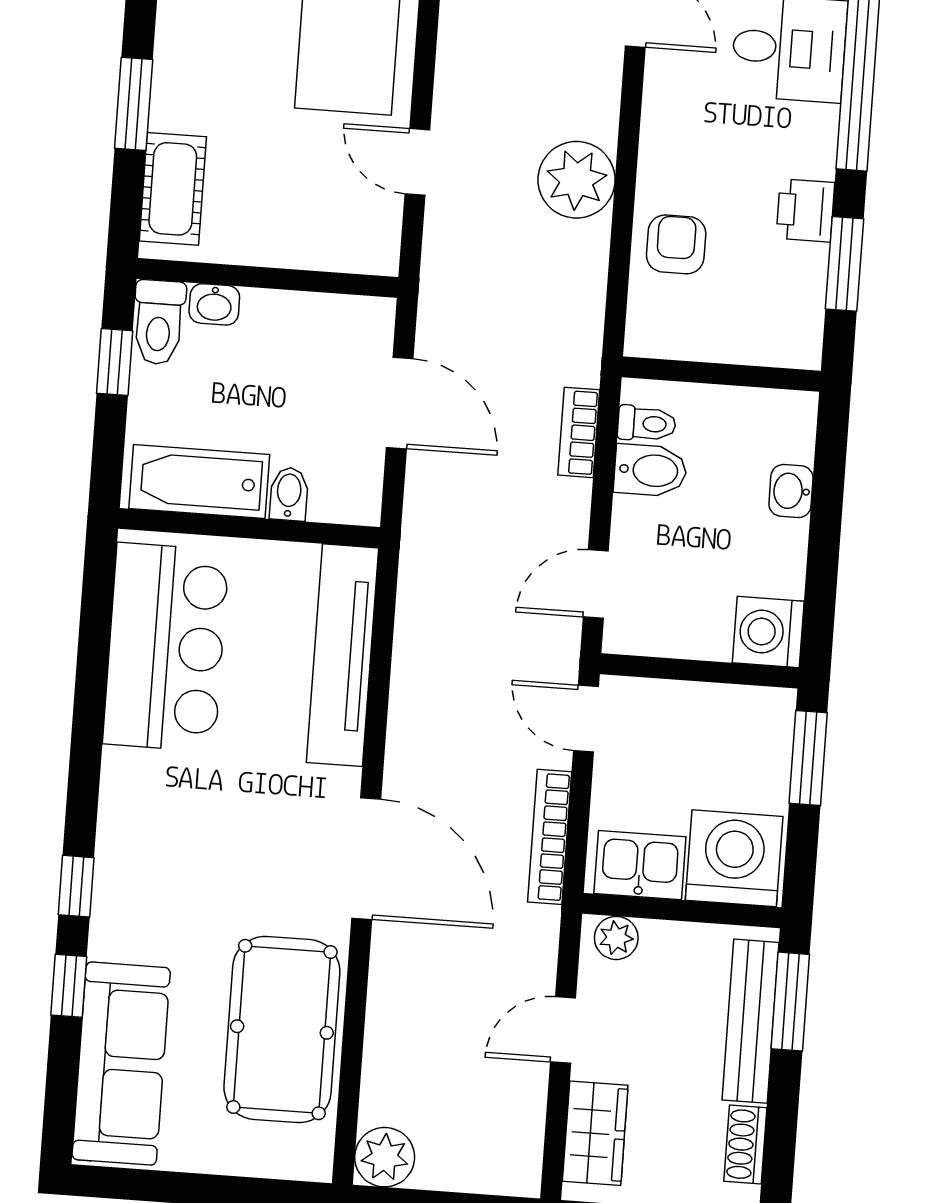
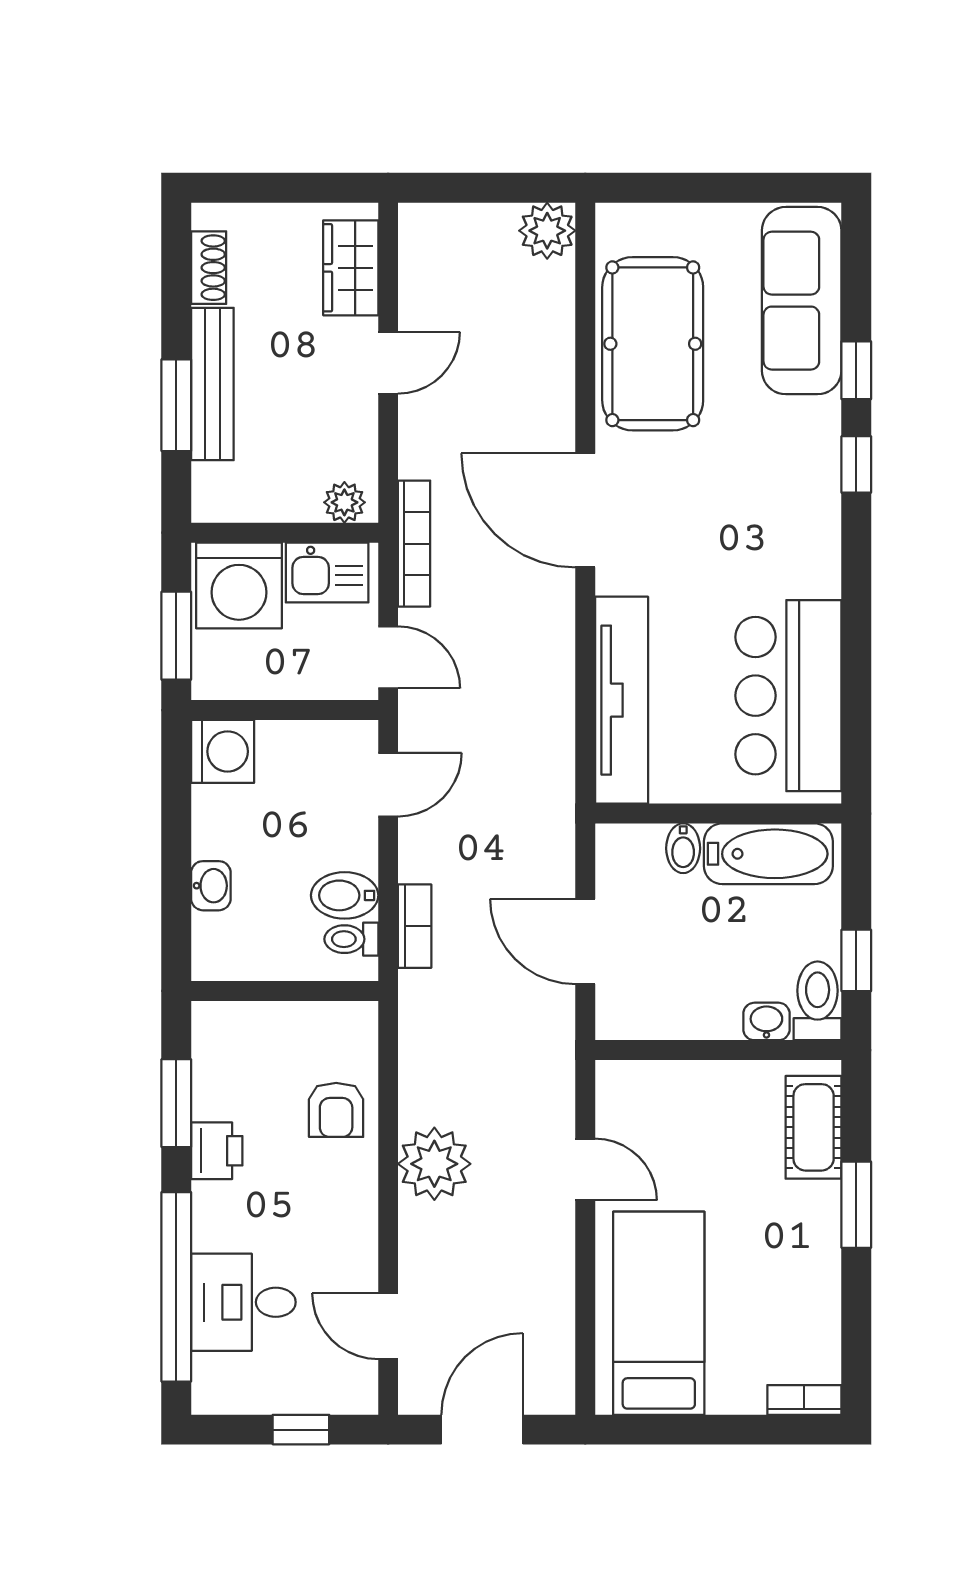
washing machine: (734, 858) -> (239, 585), moved
kitchen sink: (640, 865) -> (327, 572), moved
wall: (682, 910) -> (285, 533), moved
plant: (616, 938) -> (344, 502), moved

